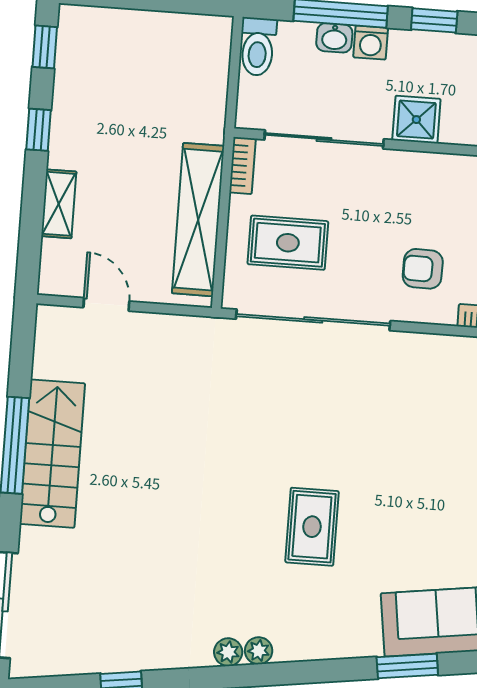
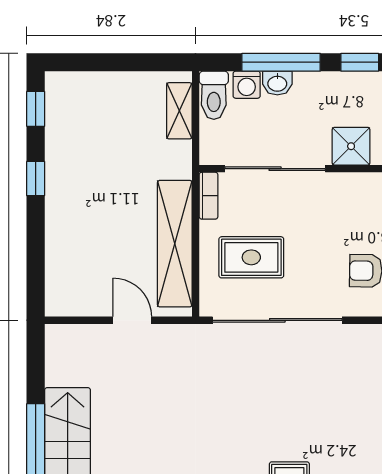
washing machine: (371, 43) -> (247, 85), moved
shelving: (59, 204) -> (179, 111), moved
door: (106, 304) -> (132, 320), moved

